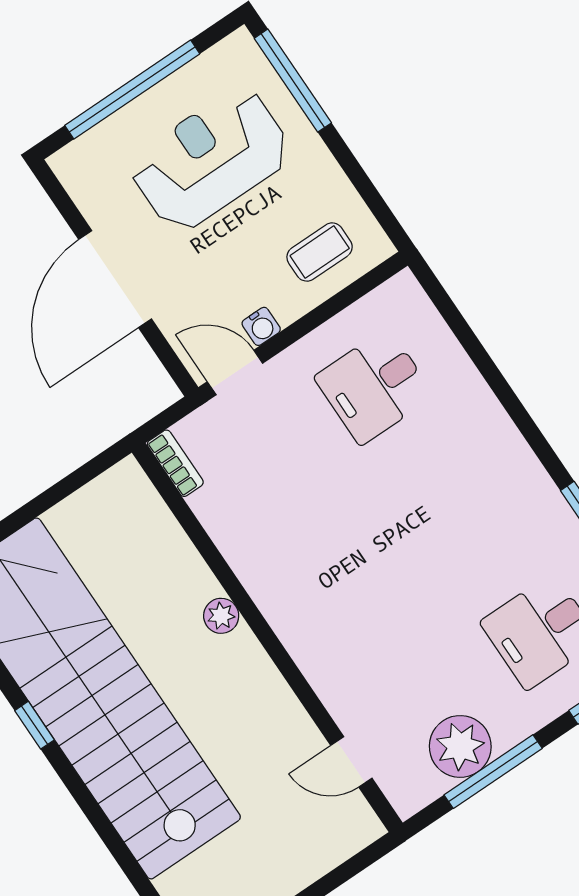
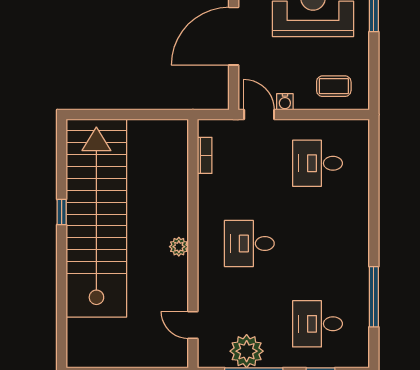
bookcase: (175, 463) -> (205, 155), moved
desk: (353, 579) -> (249, 244), added
plant: (221, 616) -> (179, 247), moved

